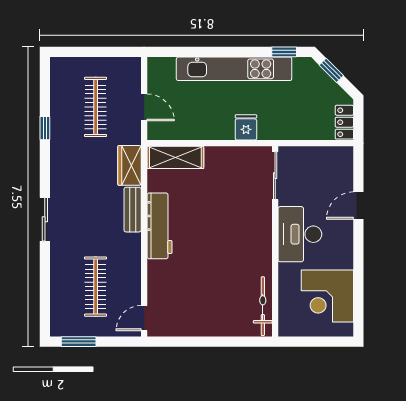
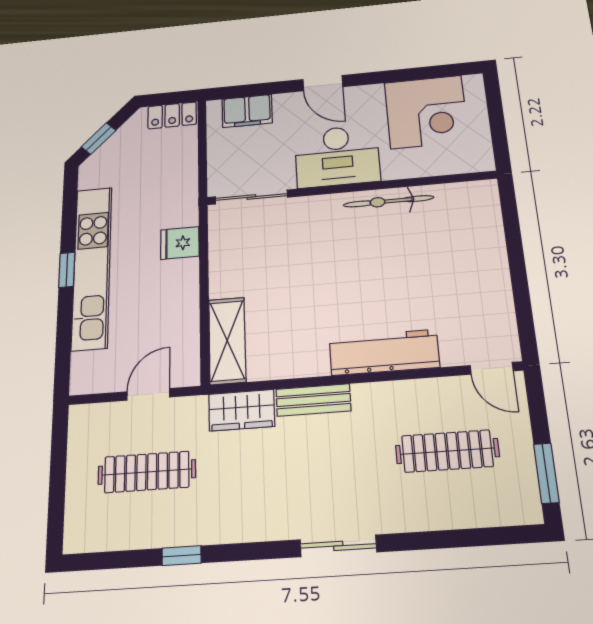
window: (284, 52) -> (67, 270), moved
filing cabinet: (342, 175) -> (247, 111), added
door: (358, 206) -> (323, 83), moved
workbench: (160, 226) -> (384, 352), moved
bicycle: (263, 306) -> (388, 201), moved

